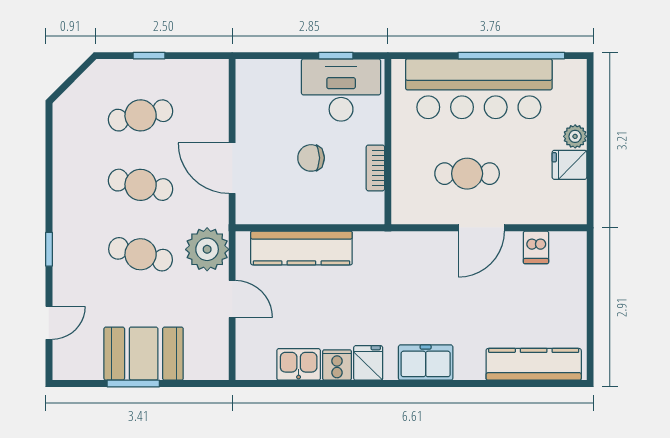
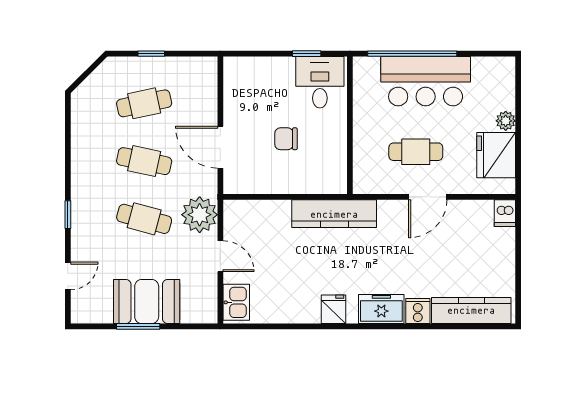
window: (511, 56) -> (412, 54), moved
bar counter: (479, 89) -> (426, 81), width x0.73
desk: (341, 90) -> (320, 82), width x0.73
fridge: (569, 165) -> (496, 155), width x1.88, depth x1.34
bookcase: (375, 168) -> (340, 147), removed
dishwasher: (536, 247) -> (505, 213), moved
kitchen counter: (301, 248) -> (334, 214), moved
kitchen sink: (299, 364) -> (236, 302), moved, turned 90
cooker: (337, 365) -> (418, 311), moved

